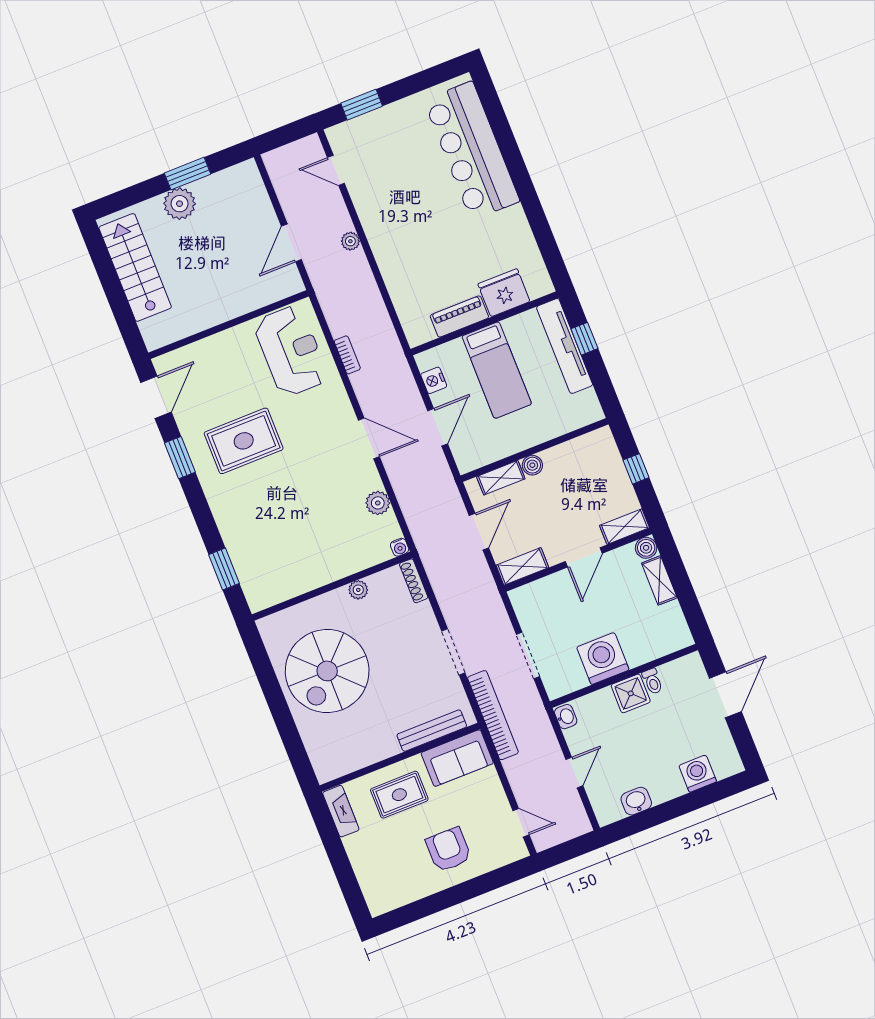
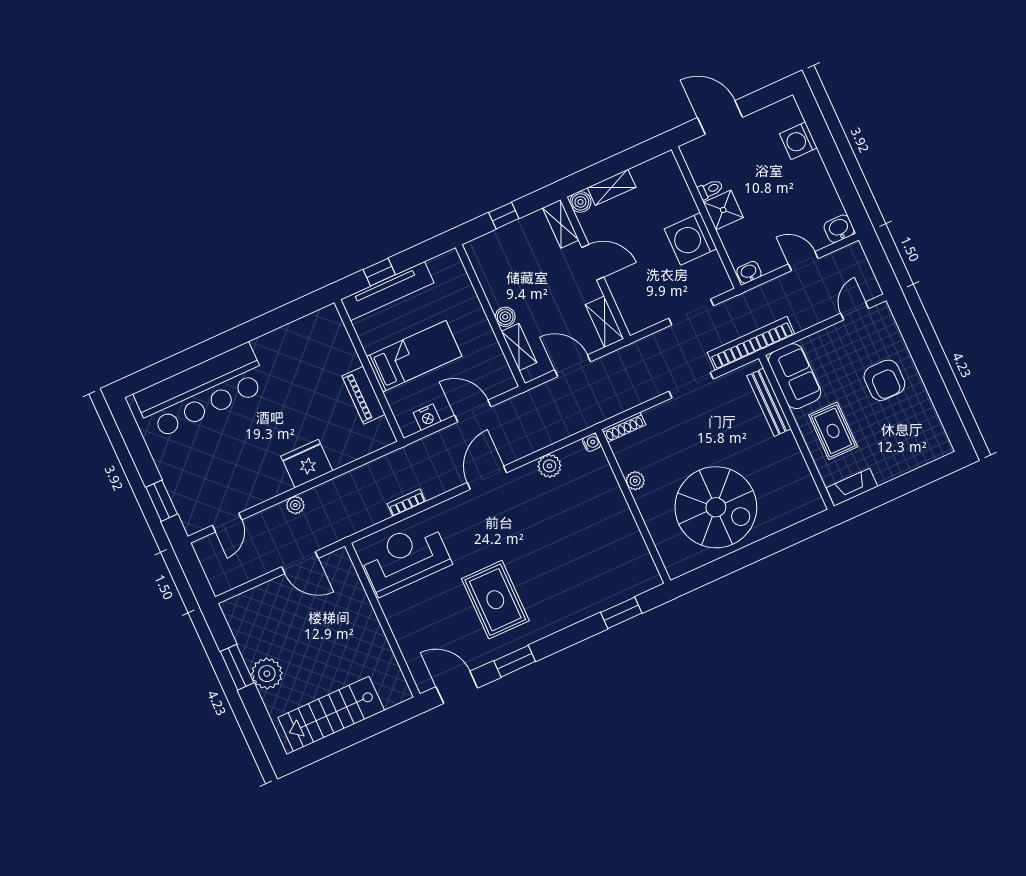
fridge: (504, 293) -> (307, 463), moved, turned 90
washbasin: (636, 801) -> (839, 229), moved, turned 90
armchair: (449, 850) -> (884, 380), turned -90

